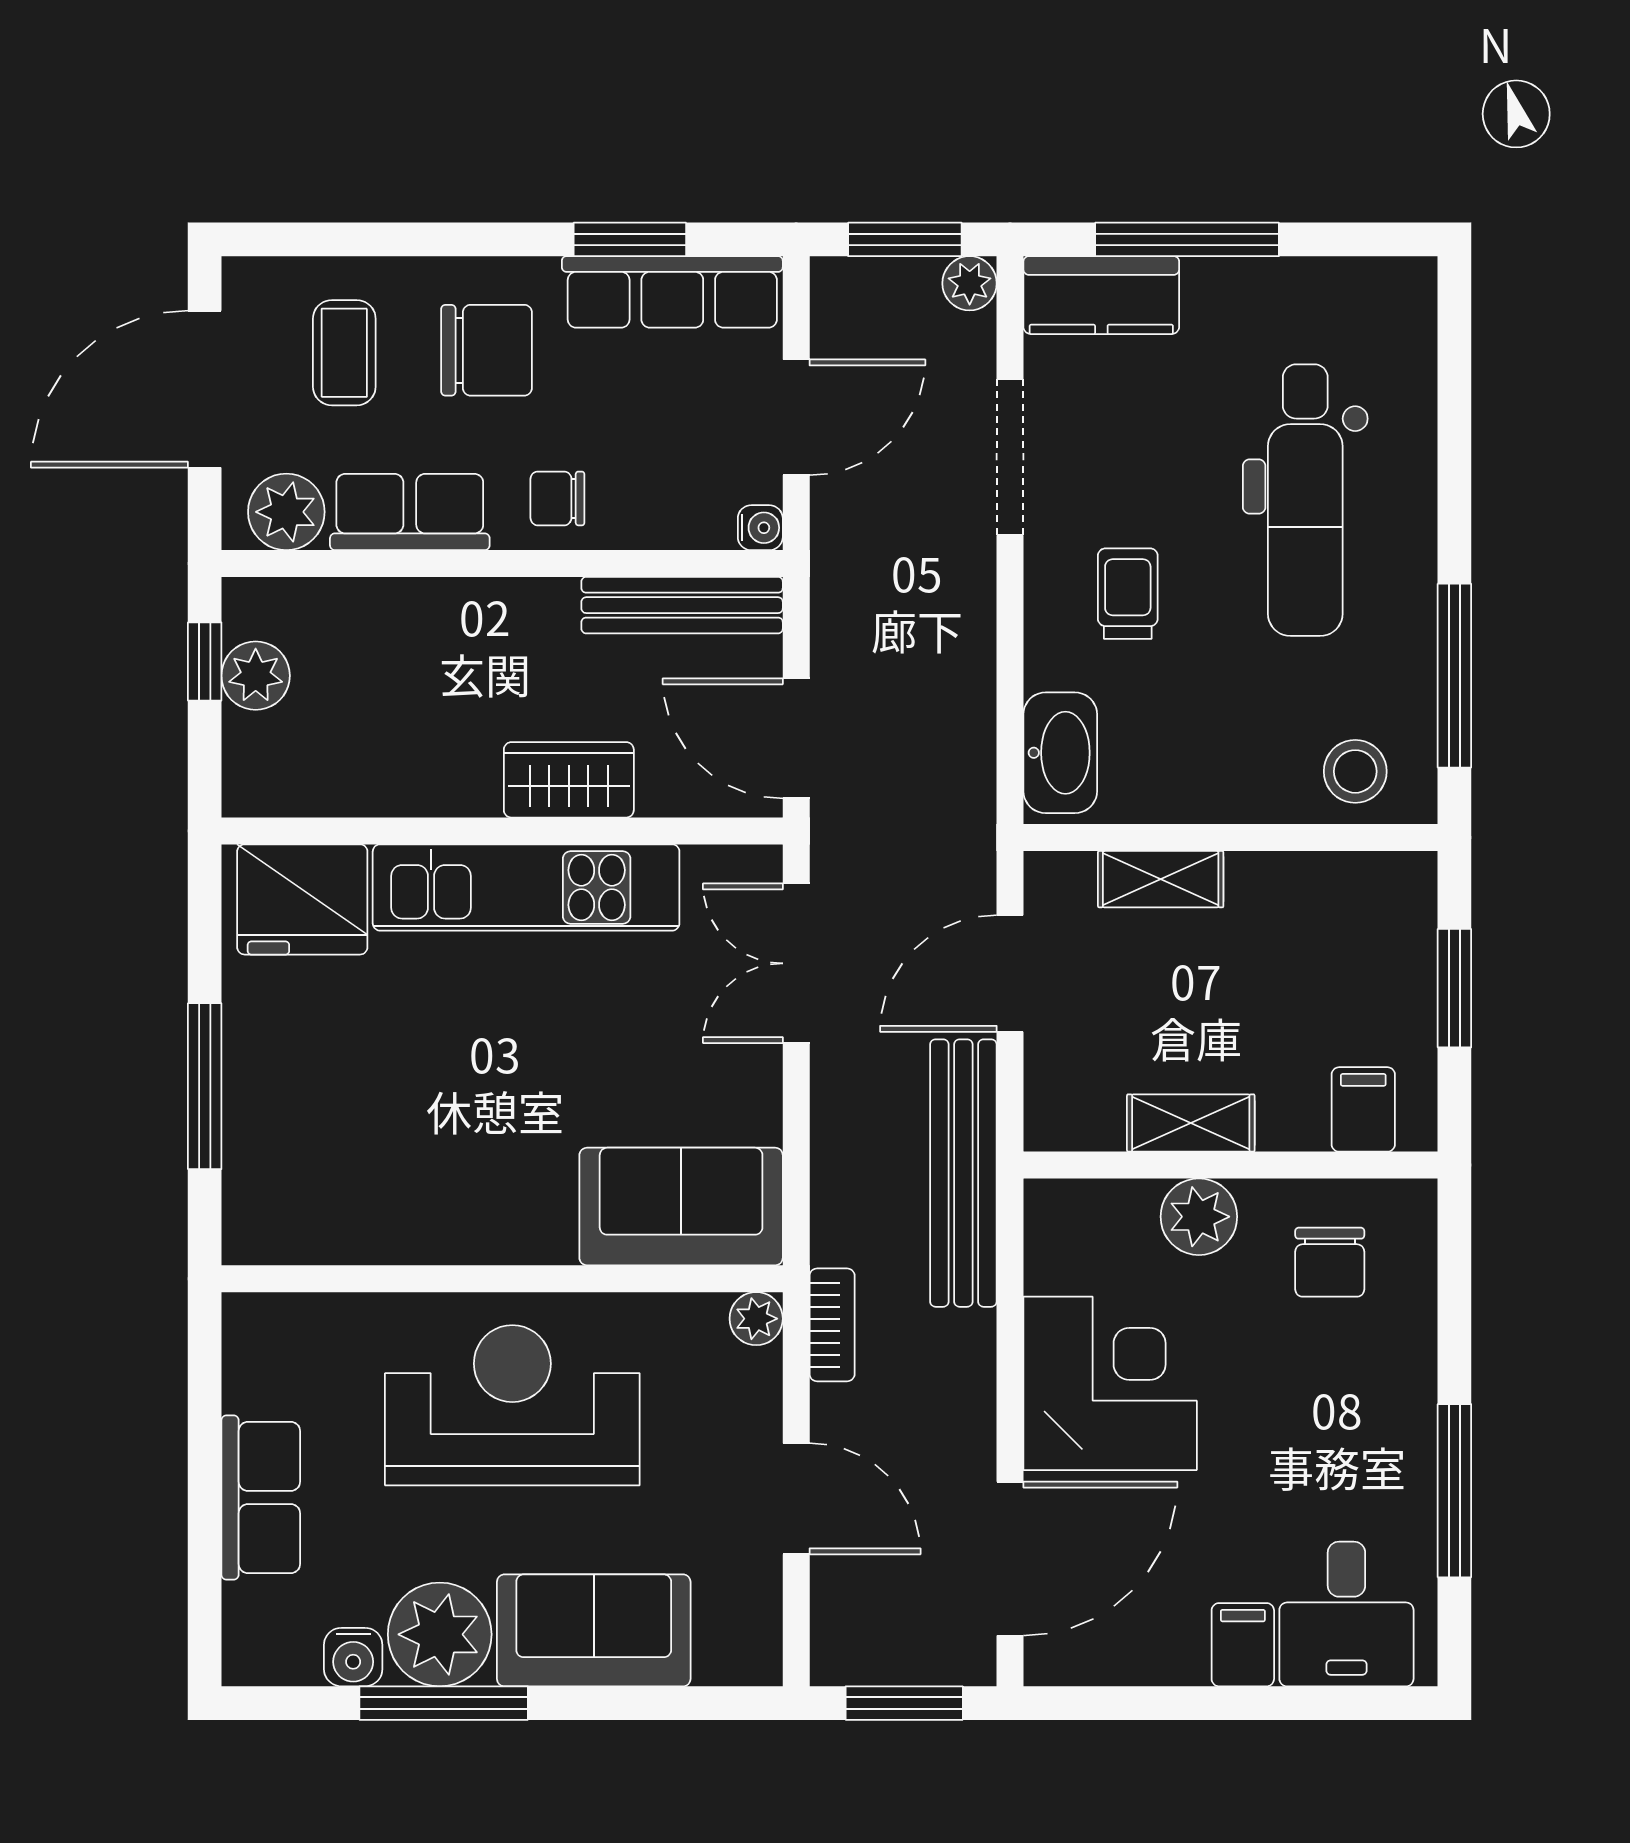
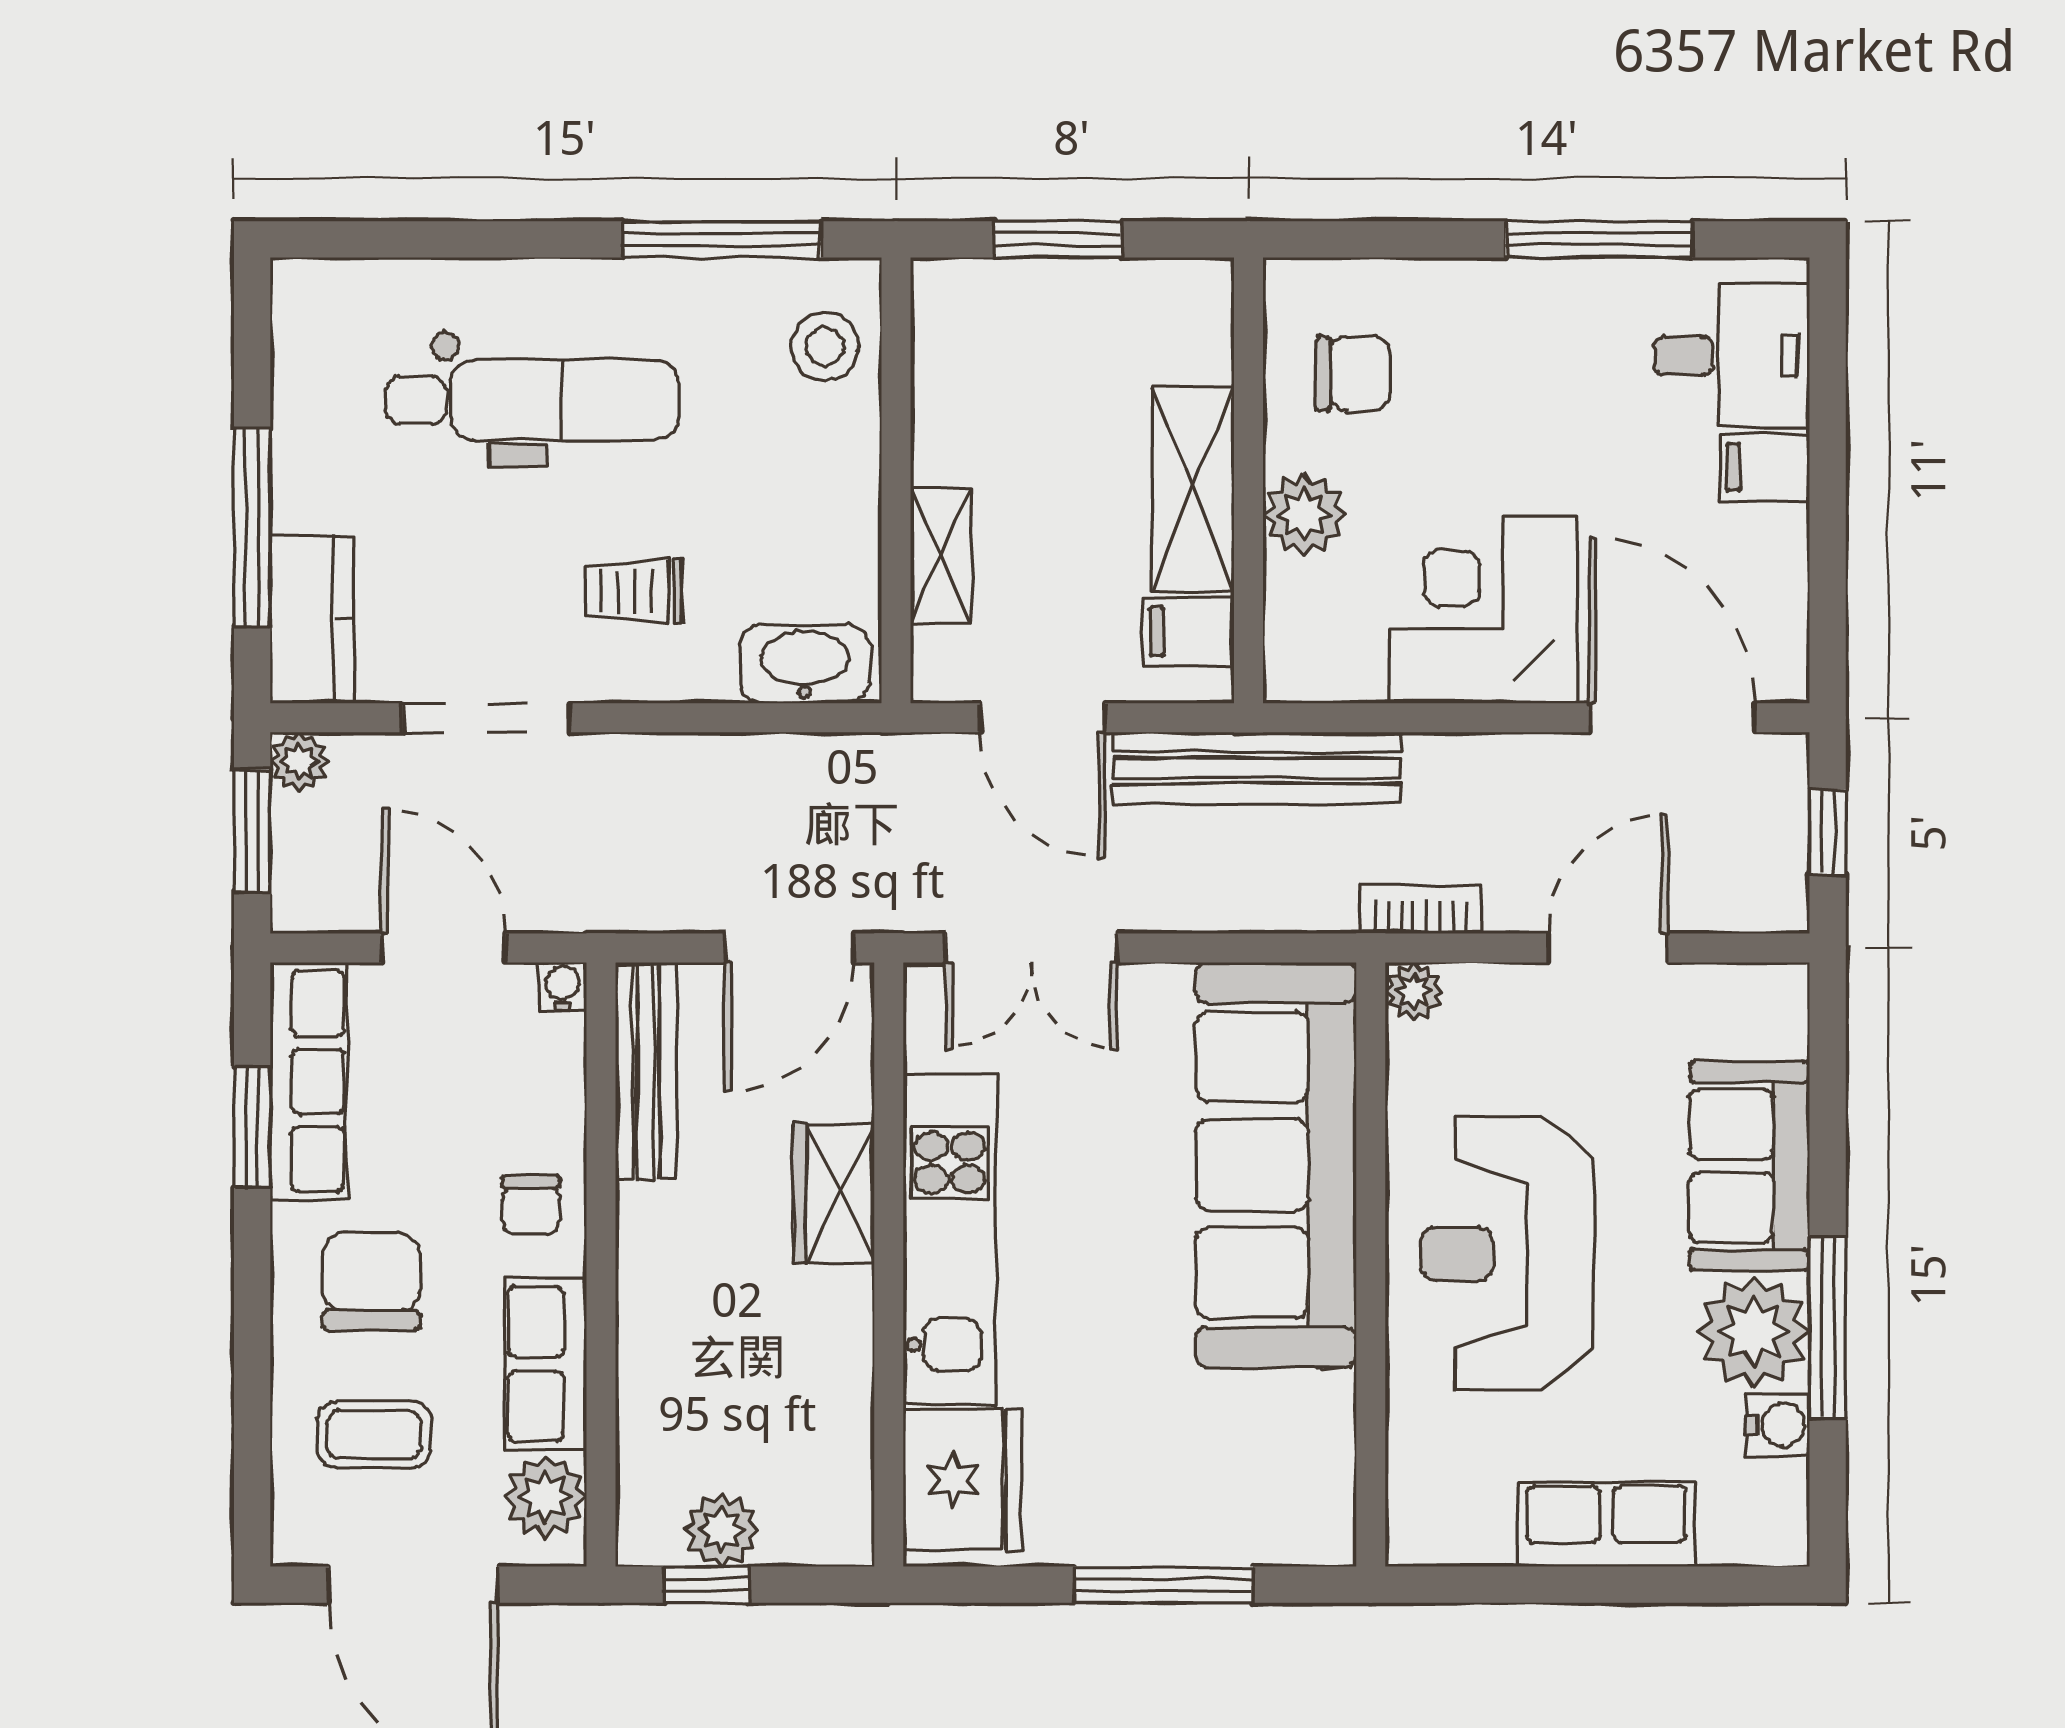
filing cabinet: (1363, 1109) -> (1189, 632), moved
shelving: (1191, 1123) -> (1193, 489), width x1.50, depth x1.33
sofa: (681, 1207) -> (1276, 1165), width x1.85, depth x1.27
window: (904, 1703) -> (1828, 832), width x0.67

